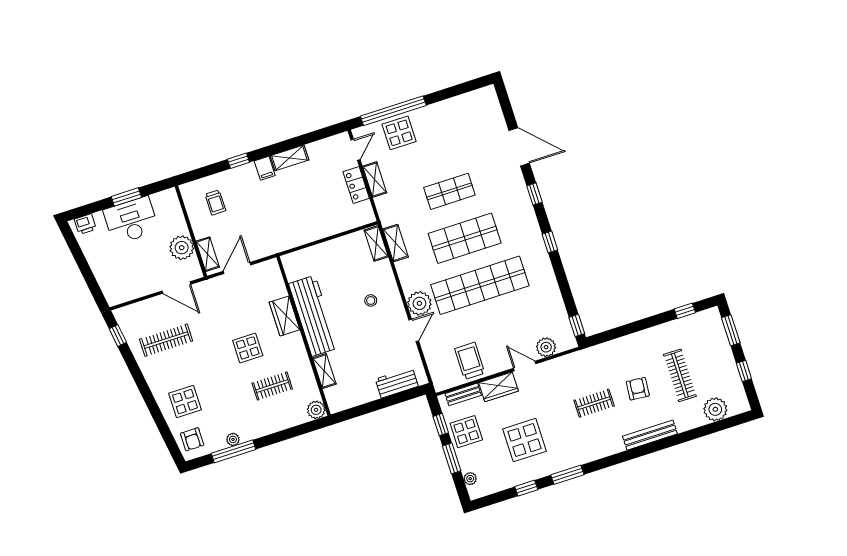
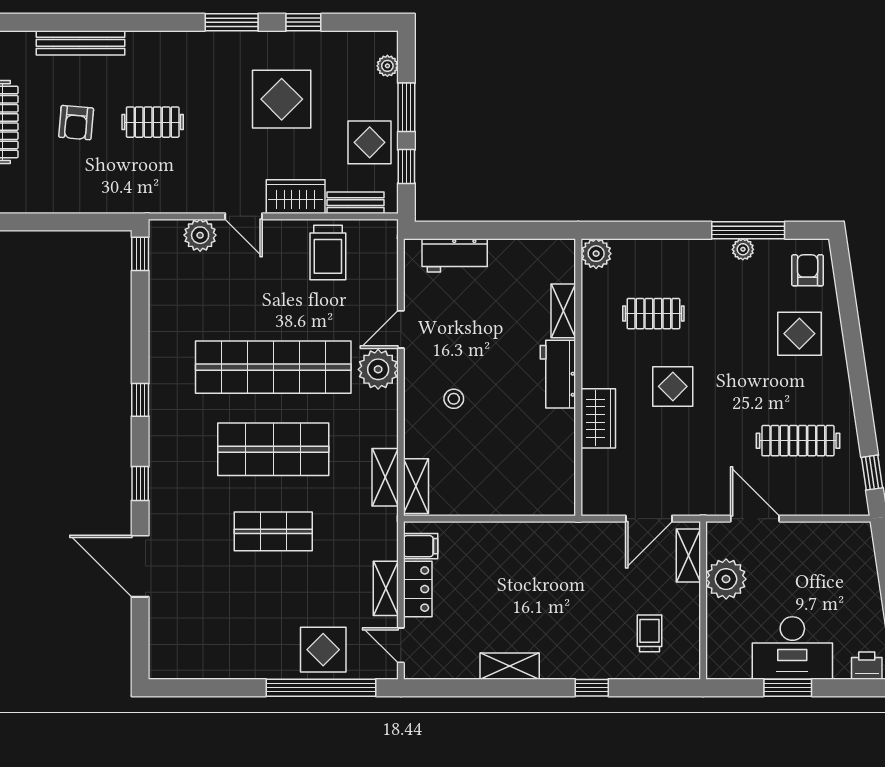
door: (355, 150) -> (401, 645), hinge flipped
filing cabinet: (265, 168) -> (421, 546), moved, turned 90
workbench: (313, 316) -> (558, 374), width x0.53, depth x0.76

